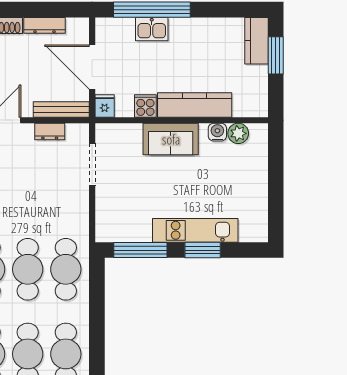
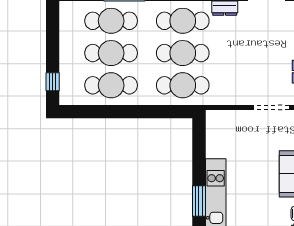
window: (140, 250) -> (199, 148), removed

